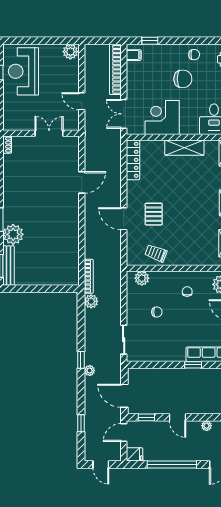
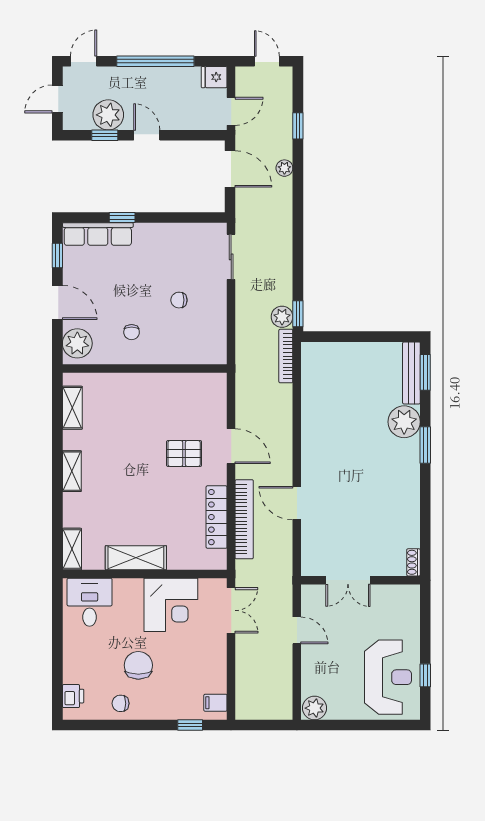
bookcase: (115, 69) -> (244, 519), moved
chair: (183, 79) -> (138, 665), turned 90
locker: (133, 160) -> (217, 517), moved
door: (82, 182) -> (297, 503), hinge flipped
pallet: (154, 214) -> (184, 453), turned 90
trolley: (156, 253) -> (181, 392), removed
plant: (142, 278) -> (203, 353), removed
window: (81, 360) -> (298, 314), moved
plant: (90, 371) -> (284, 168), moved
window: (146, 417) -> (105, 135), moved
plant: (207, 426) -> (108, 115), width x1.87, depth x1.87

